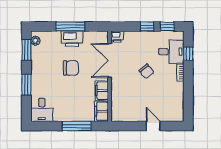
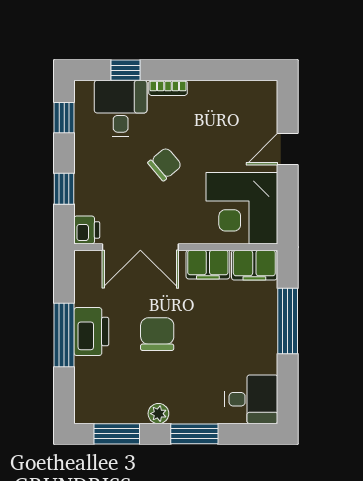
window: (147, 26) -> (64, 189), moved
plant: (35, 41) -> (158, 414), moved
corner desk: (127, 106) -> (242, 208), added

